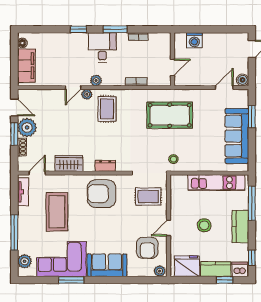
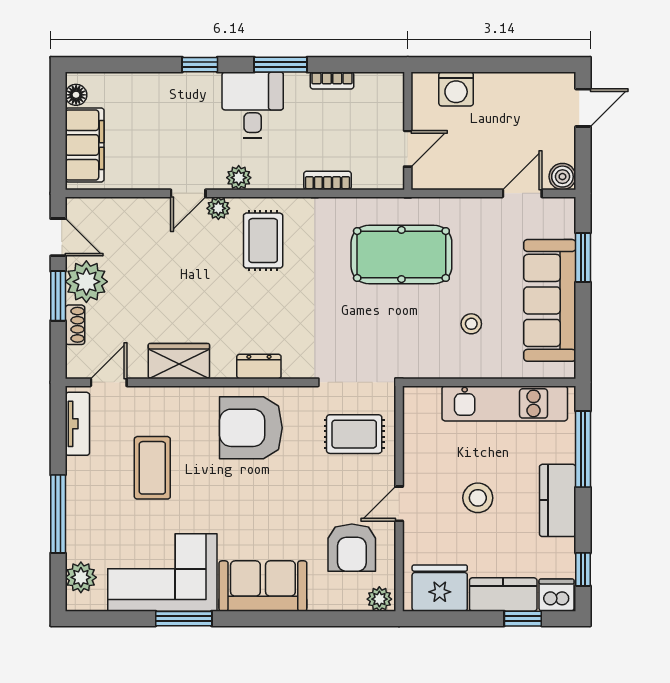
stool: (173, 159) -> (471, 324), moved
coffee table: (57, 212) -> (152, 468), width x0.73, depth x0.76

